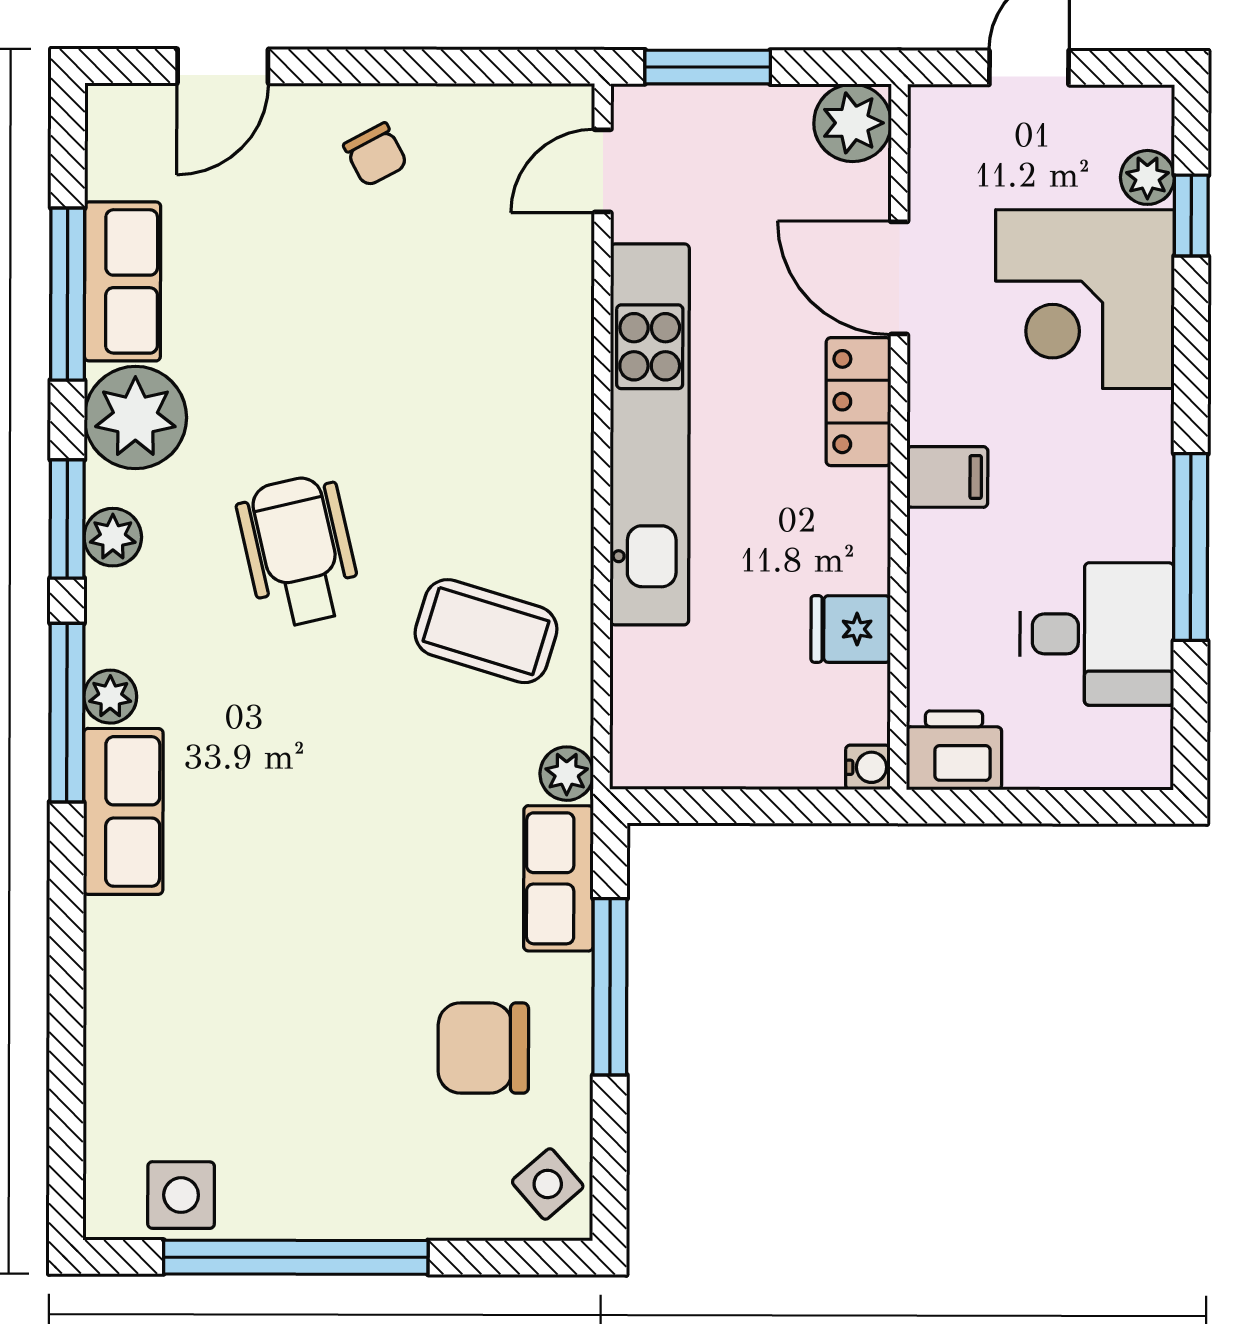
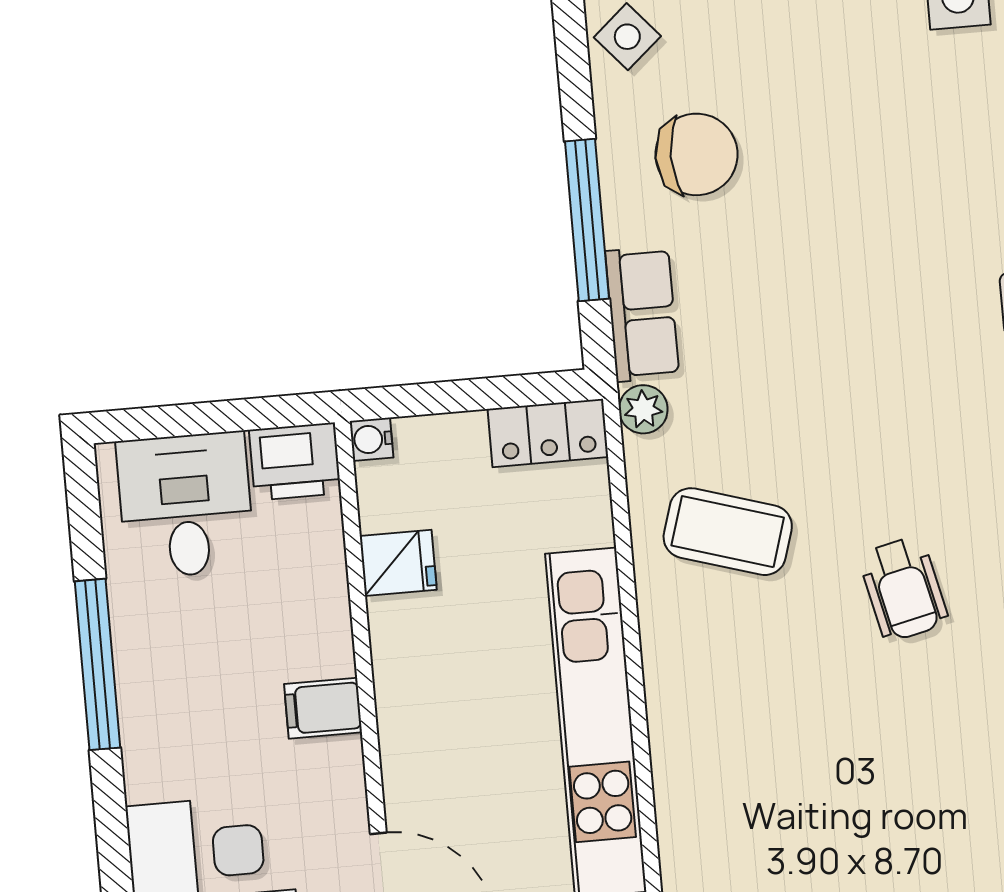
locker: (858, 402) -> (548, 433), moved, turned 90
wheelchair: (299, 551) -> (903, 589), width x0.73, depth x0.73
desk: (1097, 634) -> (186, 505), moved, turned 90

